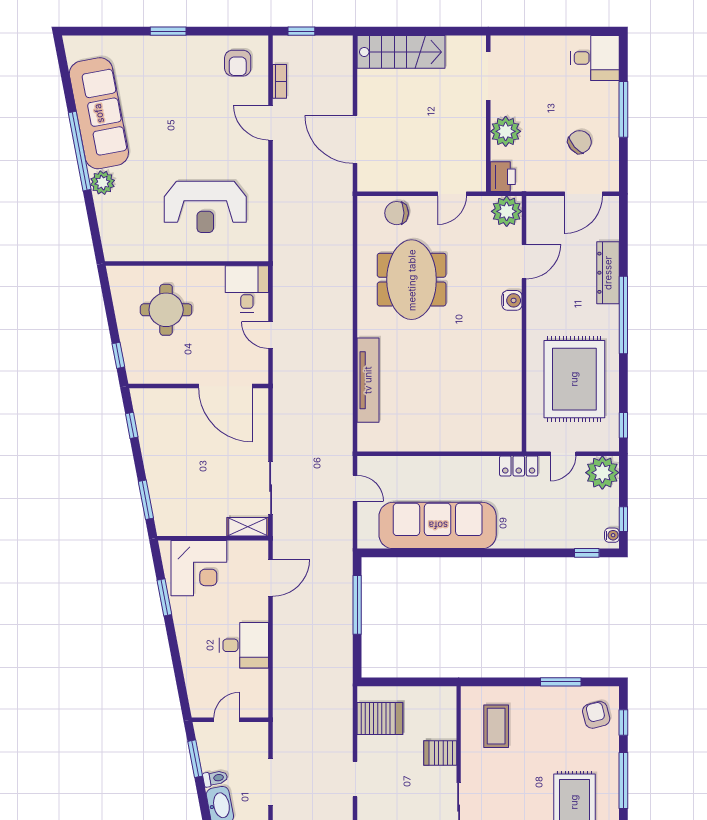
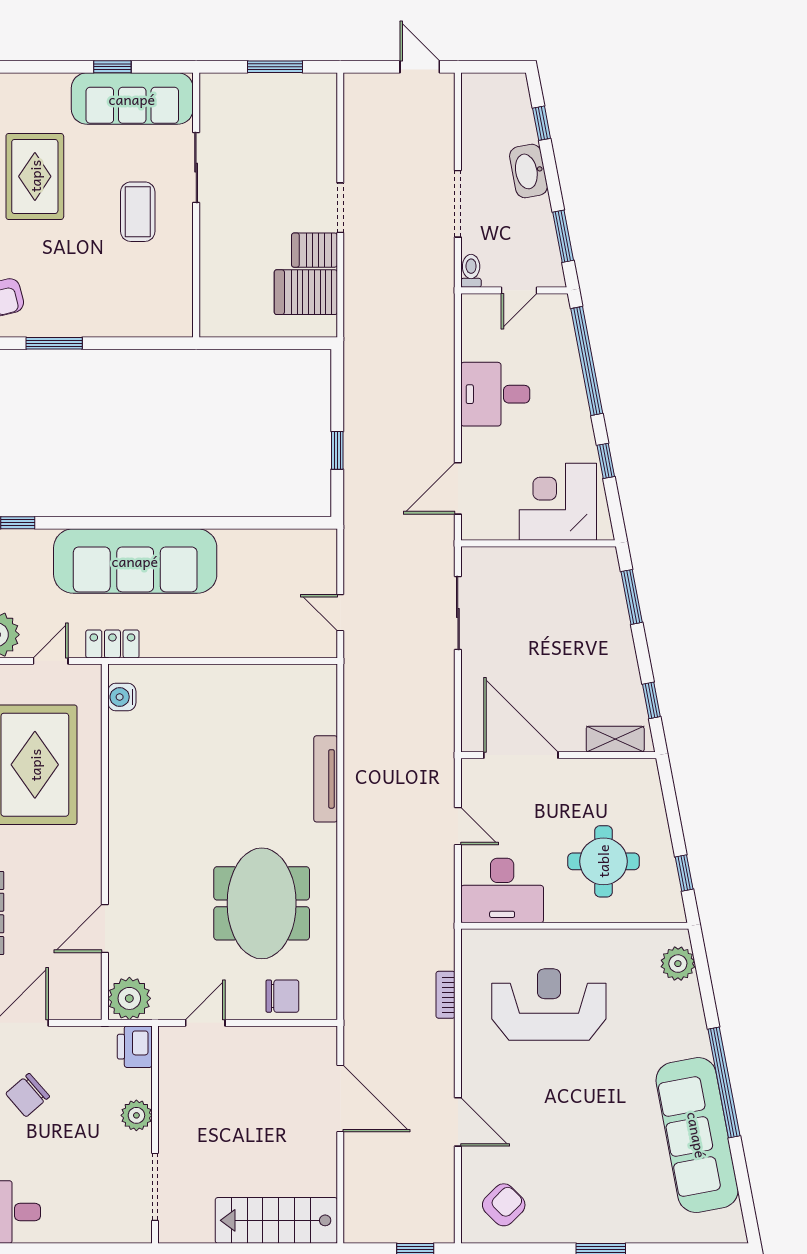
armchair: (238, 63) -> (504, 1205), turned 45
bookcase: (279, 81) -> (446, 995), moved
plant: (506, 131) -> (136, 1115), width x0.73, depth x0.73
plant: (102, 183) -> (678, 964), moved
desk: (247, 289) -> (502, 890), width x1.37
water cooler: (512, 300) -> (122, 697), moved
window: (118, 355) -> (684, 873), moved
tv unit: (368, 380) -> (326, 779), width x0.73, depth x0.78
sofa: (438, 525) -> (135, 561), moved
shelving: (248, 527) -> (615, 739), moved
window: (164, 597) -> (606, 461), width x0.67
window: (357, 605) -> (337, 450), width x0.46
window: (178, 669) -> (587, 361), added
coffee table: (496, 726) -> (138, 212), moved
server rack: (440, 753) -> (315, 250), moved, turned 180
toilet: (215, 778) -> (471, 271), moved, turned 101

